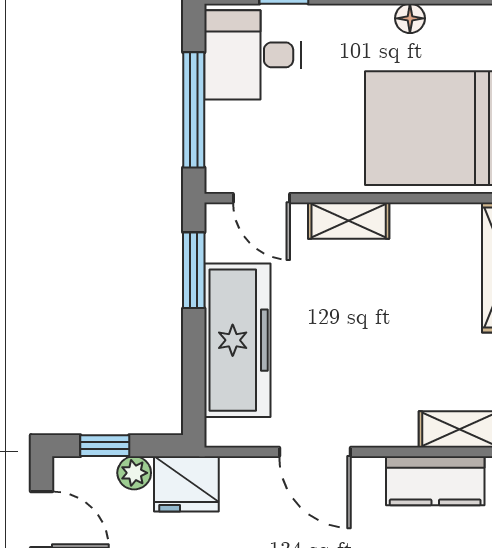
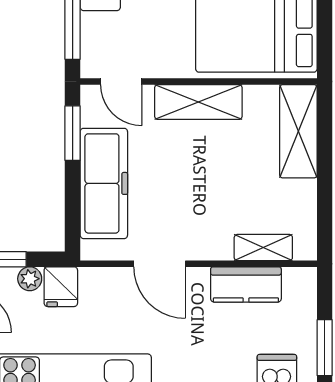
shelving: (349, 221) -> (198, 102), width x1.50, depth x1.33
fridge: (186, 484) -> (61, 287), width x0.72

